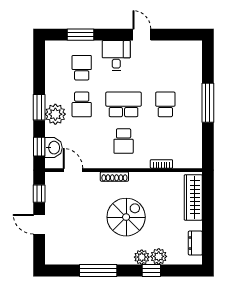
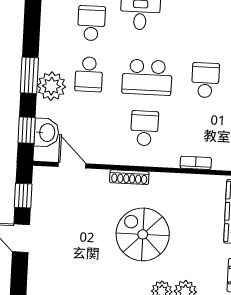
school desk: (124, 104) -> (147, 77), turned 180
school desk: (124, 141) -> (145, 128), turned 180
spiral stairs: (126, 217) -> (143, 234), turned -90

